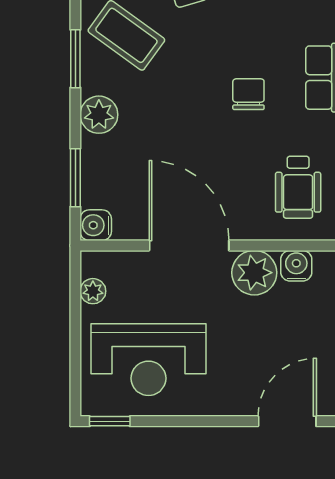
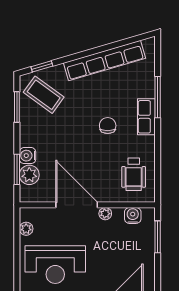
plant: (99, 115) -> (29, 175), moved
water cooler: (96, 225) -> (28, 156), moved
plant: (254, 273) -> (105, 214), width x0.53, depth x0.53

